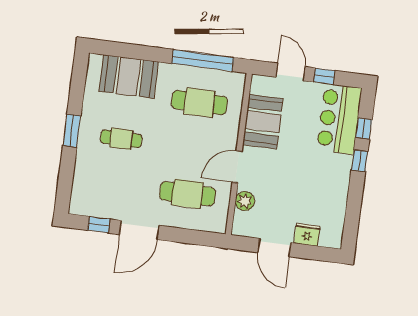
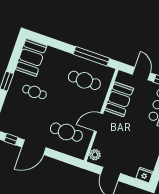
booth: (129, 76) -> (31, 57), moved, turned 90
plant: (245, 201) -> (95, 155), moved
fridge: (307, 235) -> (144, 175), moved

